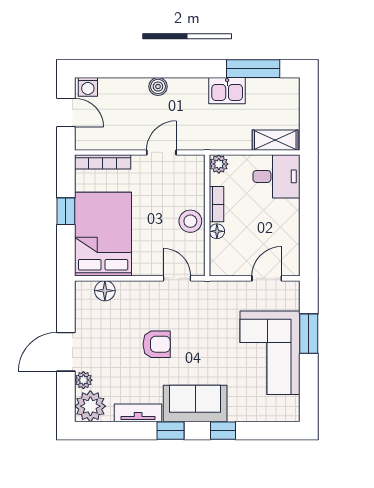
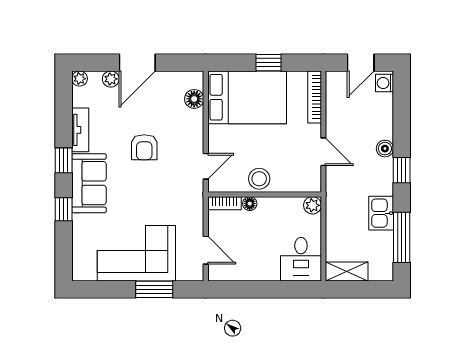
window: (181, 69) -> (402, 170), added
shelving: (275, 140) -> (347, 272), moved, turned 90
bookcase: (216, 204) -> (224, 203), moved
door: (66, 352) -> (137, 63), swing flipped
plant: (90, 406) -> (80, 79), width x0.53, depth x0.53

